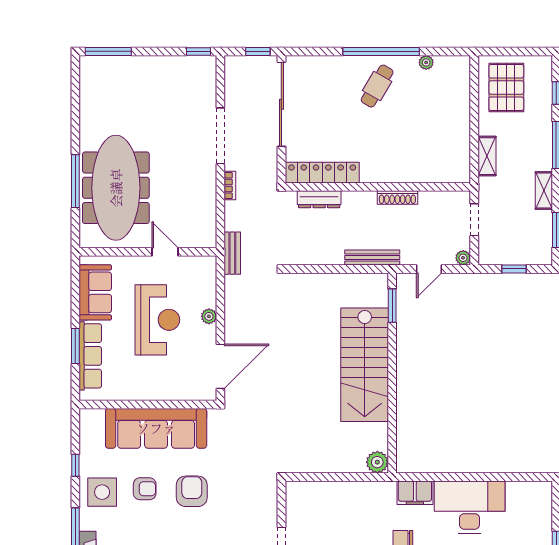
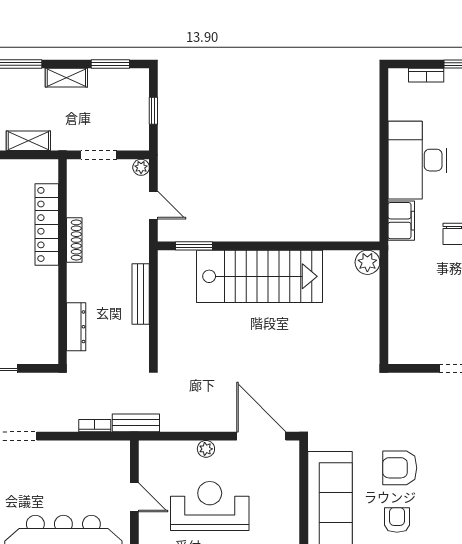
locker: (322, 173) -> (47, 224), moved
bookcase: (230, 186) -> (95, 426), moved
door: (165, 252) -> (134, 497), swing flipped
bench: (372, 257) -> (141, 294), moved
bookcase: (546, 515) -> (426, 75), added

